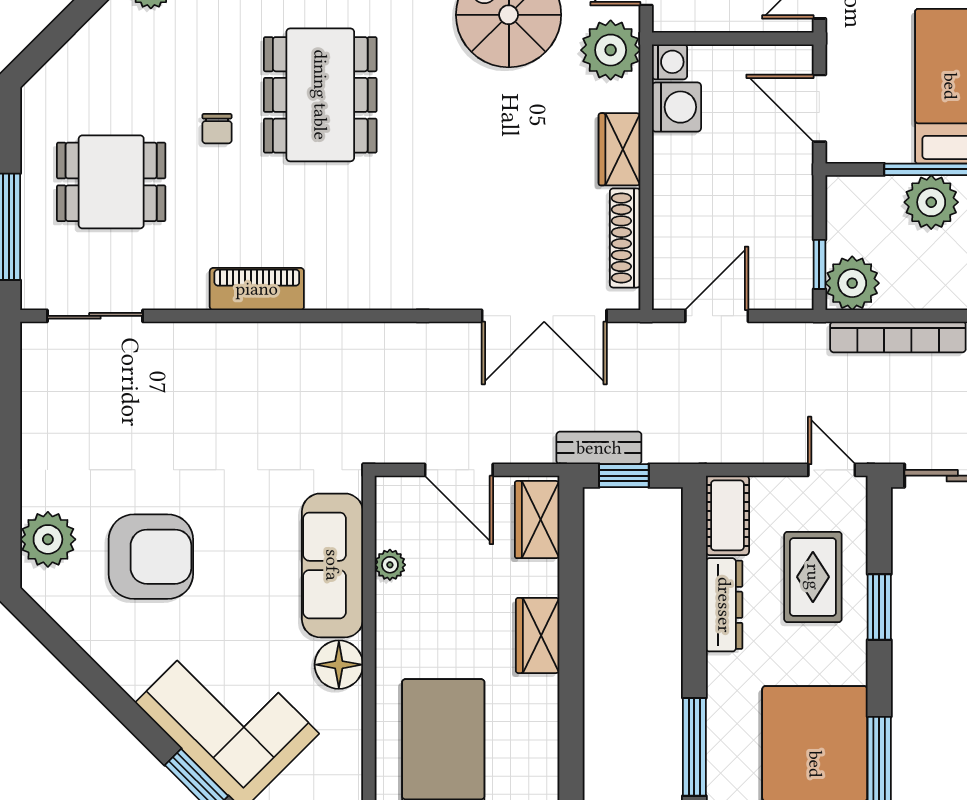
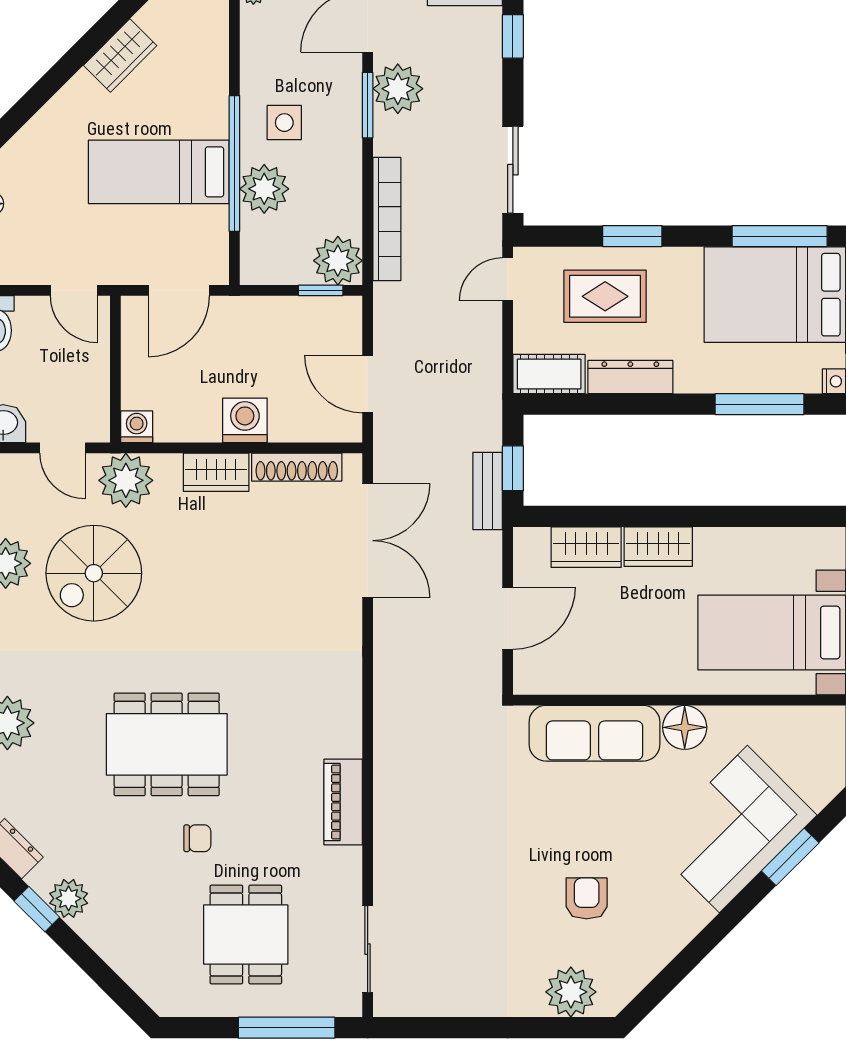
washing machine: (676, 107) -> (245, 420), moved
wardrobe: (537, 520) -> (586, 547), moved
armchair: (151, 557) -> (587, 898), width x0.53, depth x0.53
plant: (390, 565) -> (594, 681), removed

